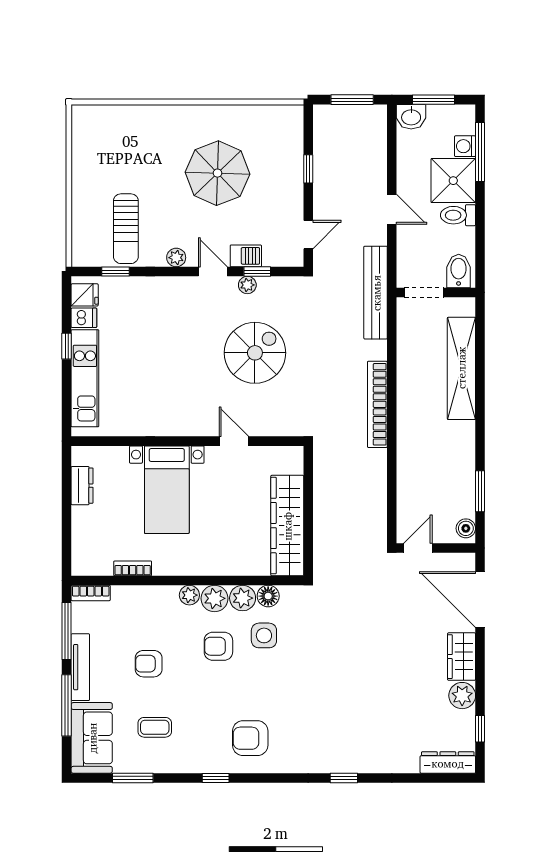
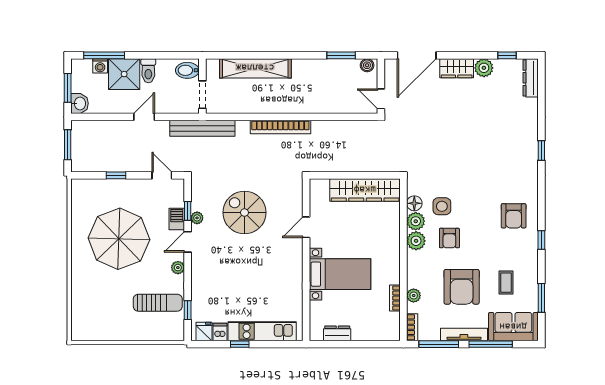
parasol: (217, 173) -> (119, 239), width x1.36, depth x1.36
plant: (189, 595) -> (414, 296), moved
armchair: (149, 664) -> (462, 287), width x1.88, depth x1.88

